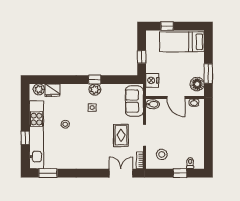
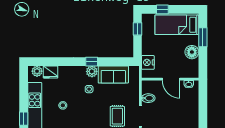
window: (142, 57) -> (137, 29), moved
window: (208, 73) -> (203, 37), moved
floor lamp: (197, 84) -> (192, 52), moved
sofa: (134, 101) -> (113, 75), moved, turned -90
bidet: (153, 104) -> (148, 98), moved

